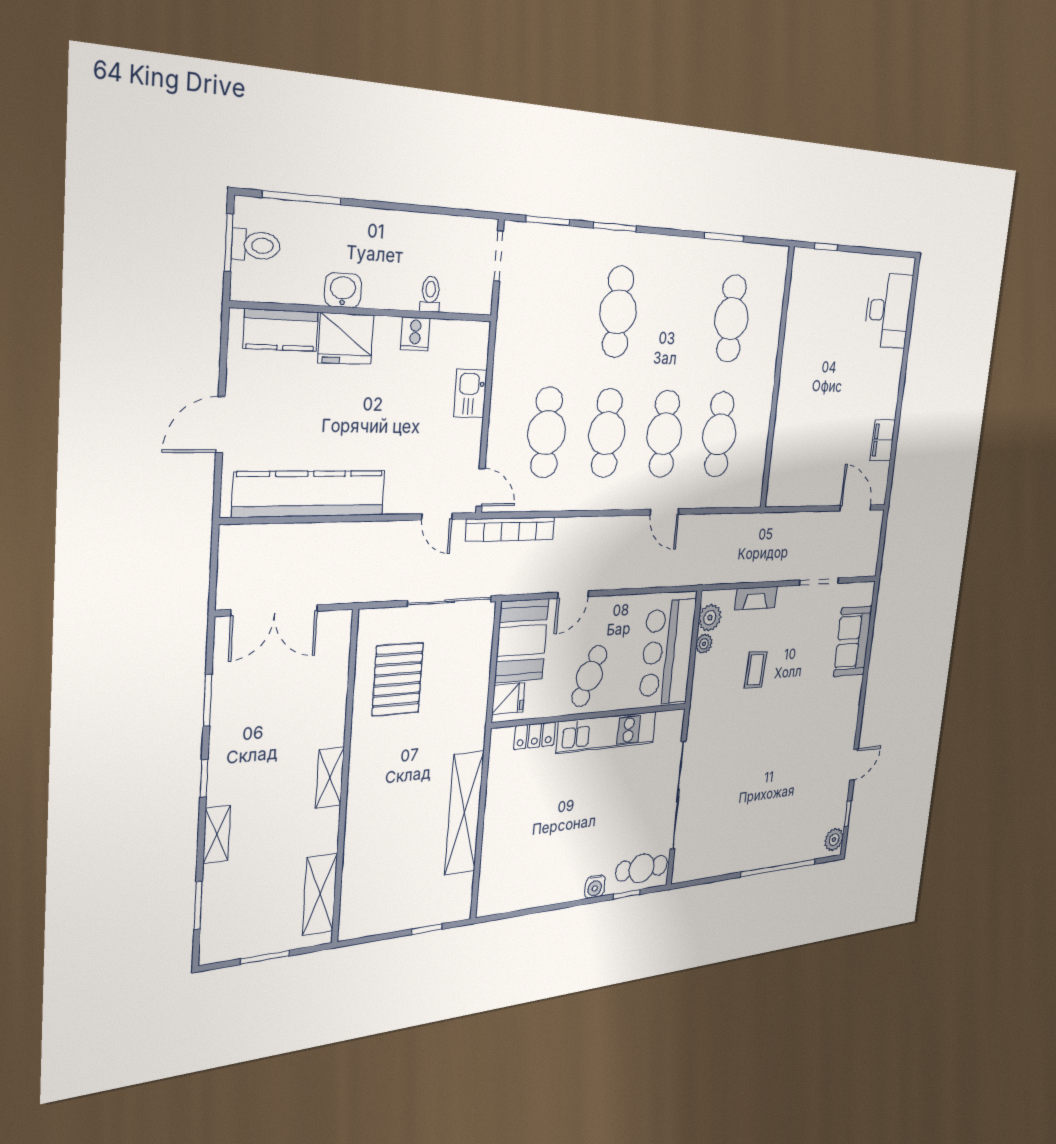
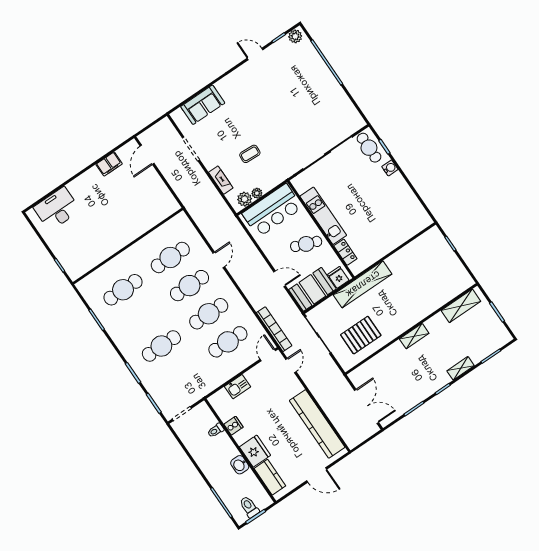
shelving: (464, 813) -> (363, 284), moved

